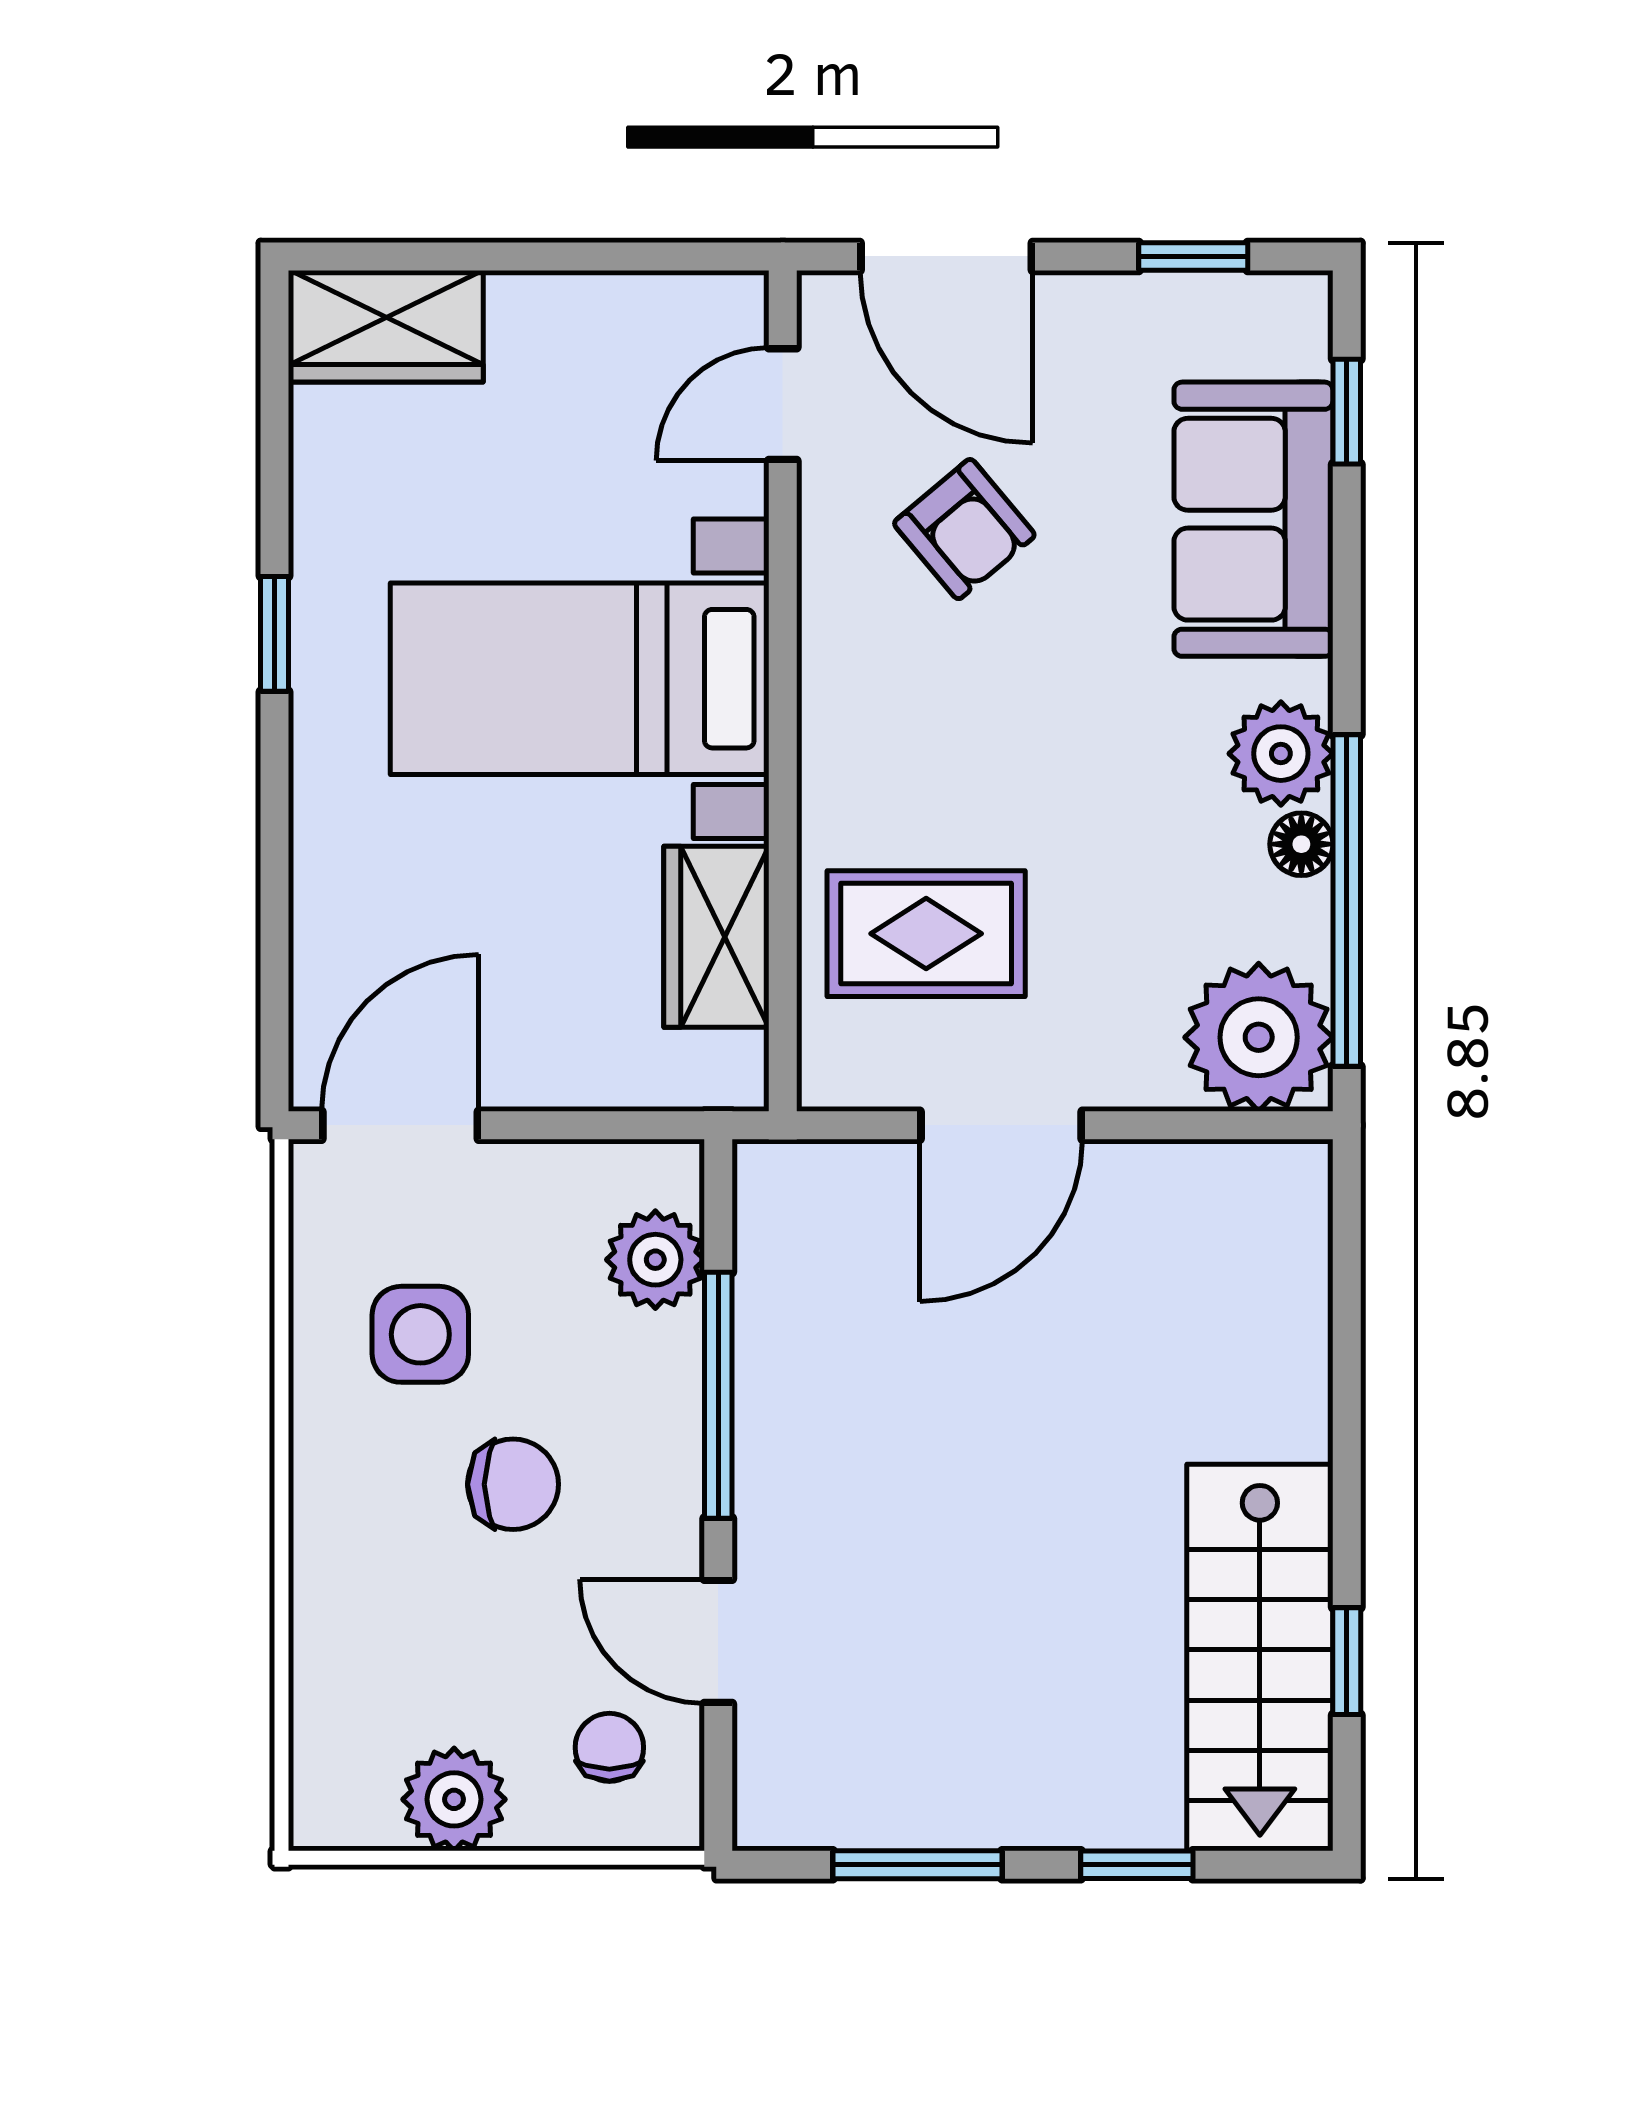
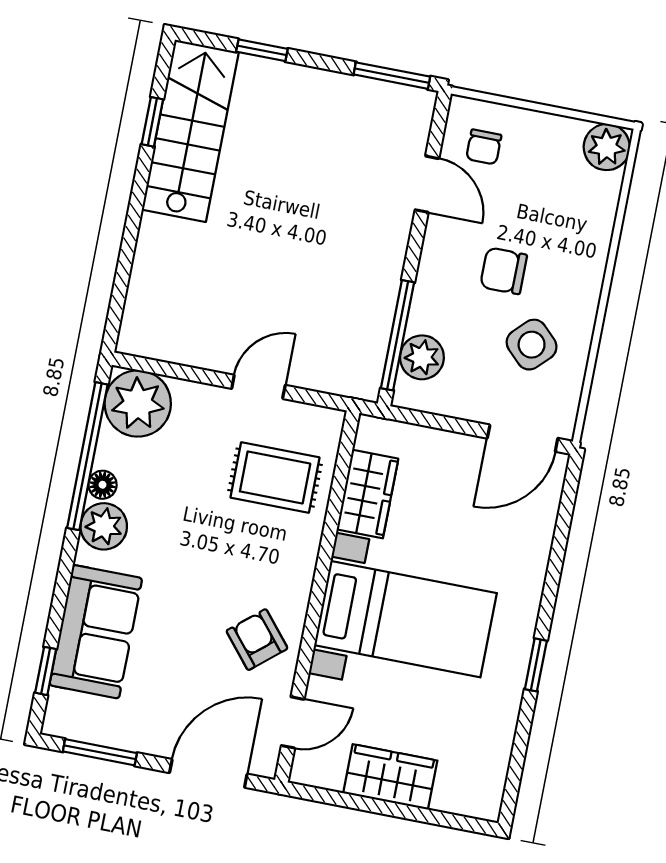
door: (946, 256) -> (208, 773), hinge flipped
window: (1193, 256) -> (100, 752), width x1.50
wardrobe: (387, 326) -> (390, 777), moved
armchair: (964, 529) -> (257, 640), moved
door: (1001, 1125) -> (258, 387), width x0.73
side table: (420, 1334) -> (532, 345), turned 45
window: (718, 1395) -> (398, 335), moved
plant: (454, 1799) -> (607, 147), moved
window: (917, 1865) -> (392, 76), moved

